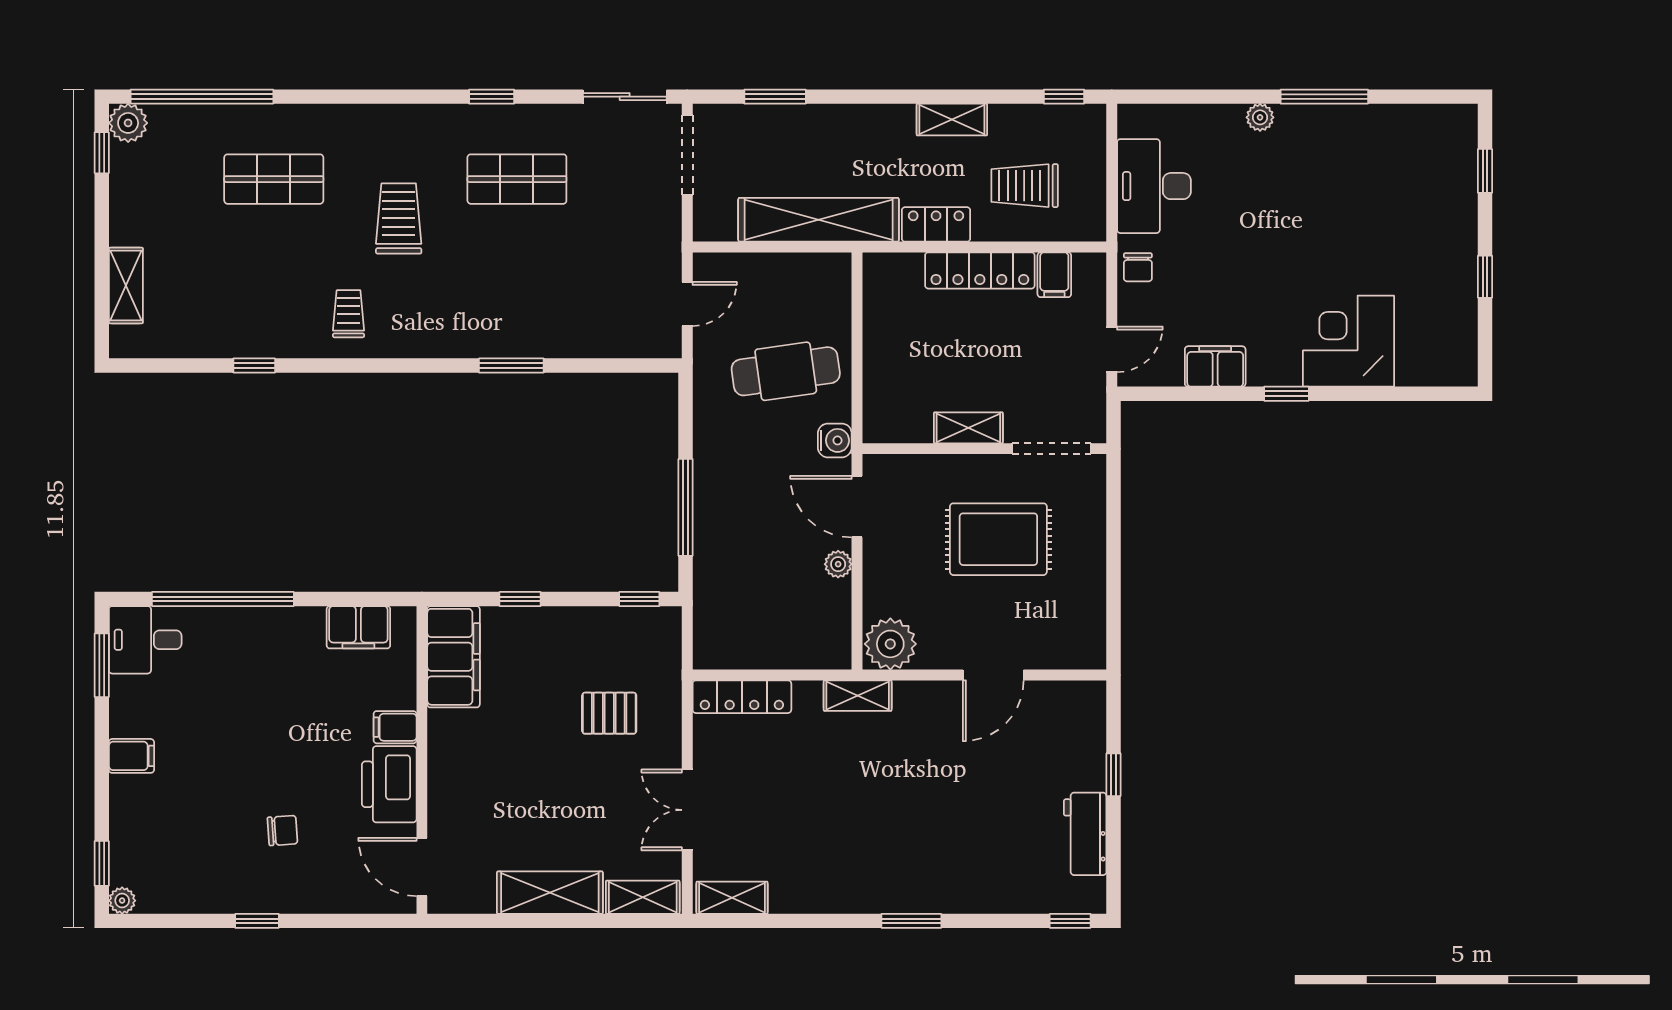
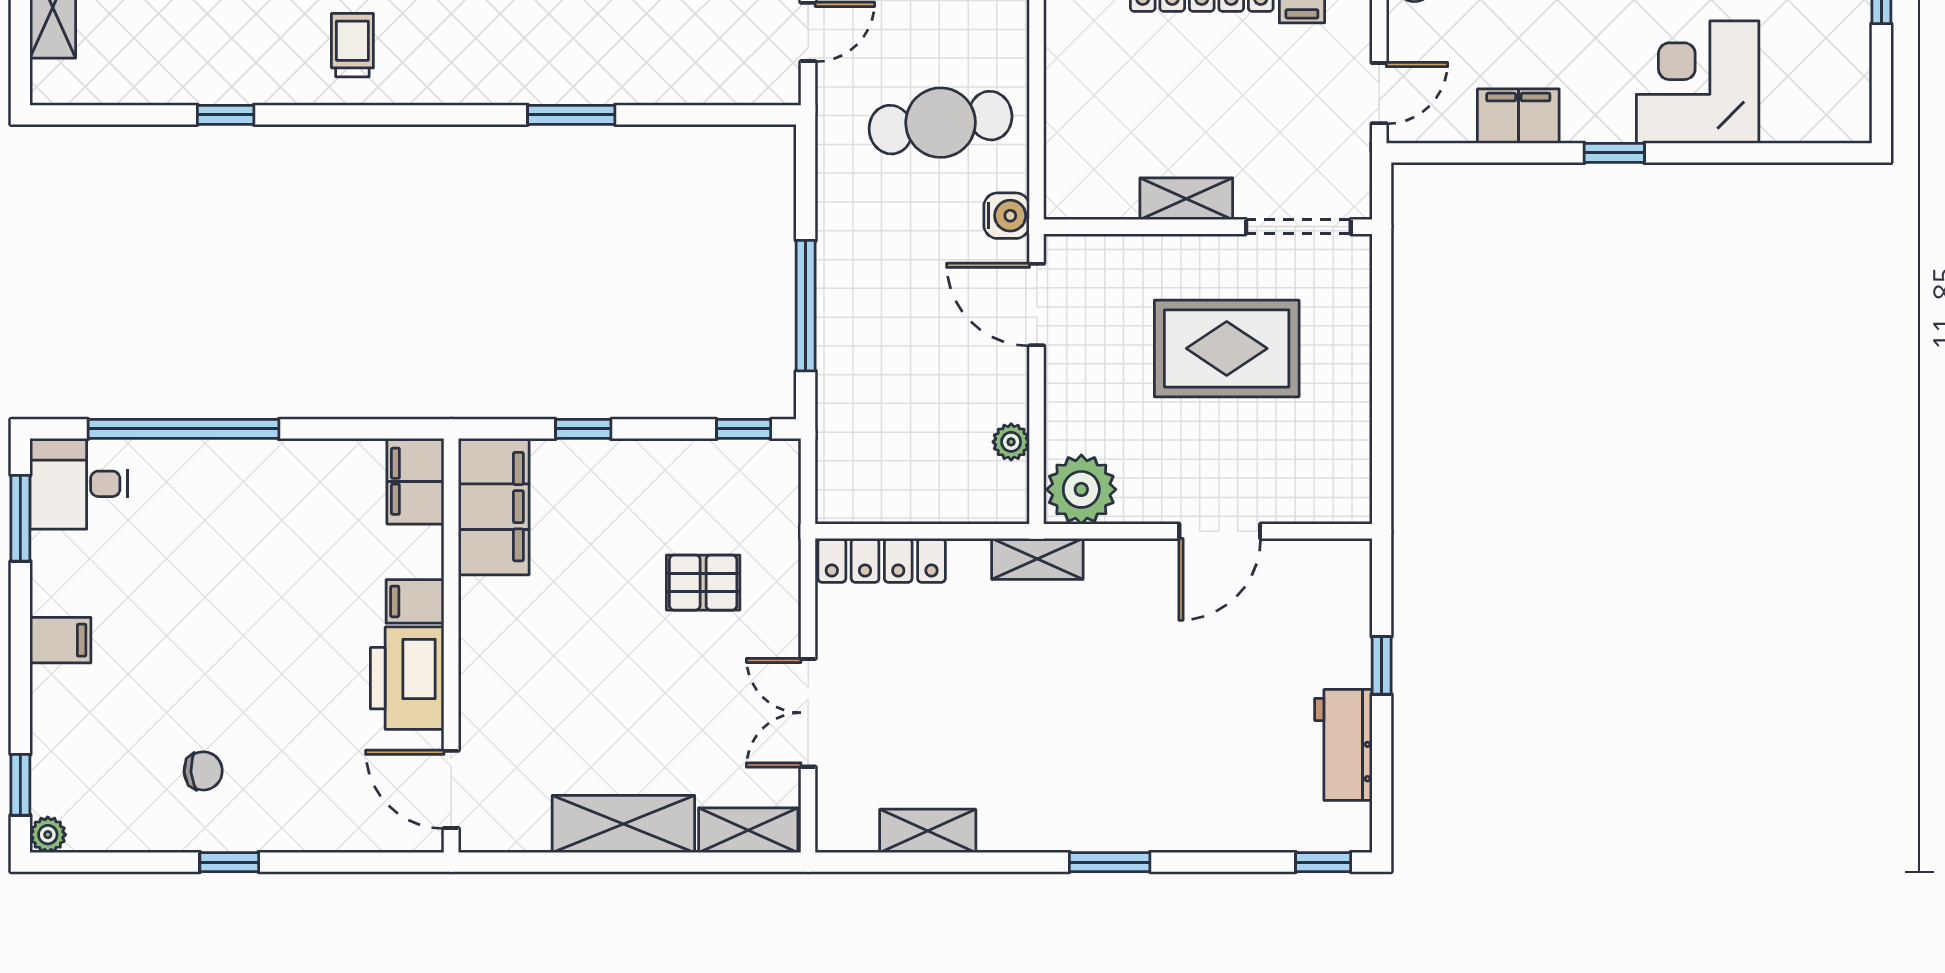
plant: (838, 564) -> (1011, 442), moved
filing cabinet: (358, 627) -> (415, 481), moved, turned 90
chair: (282, 831) -> (203, 771), moved
shelving: (732, 898) -> (928, 831), moved

